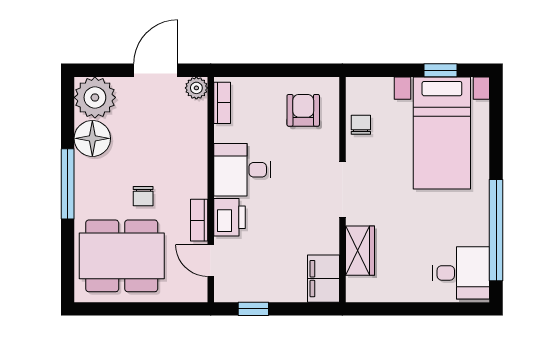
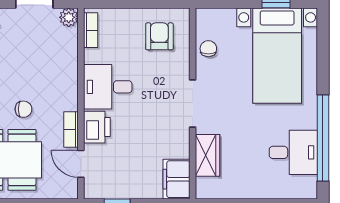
chair: (143, 196) -> (23, 109), turned -90
desk: (461, 273) -> (293, 152), moved

